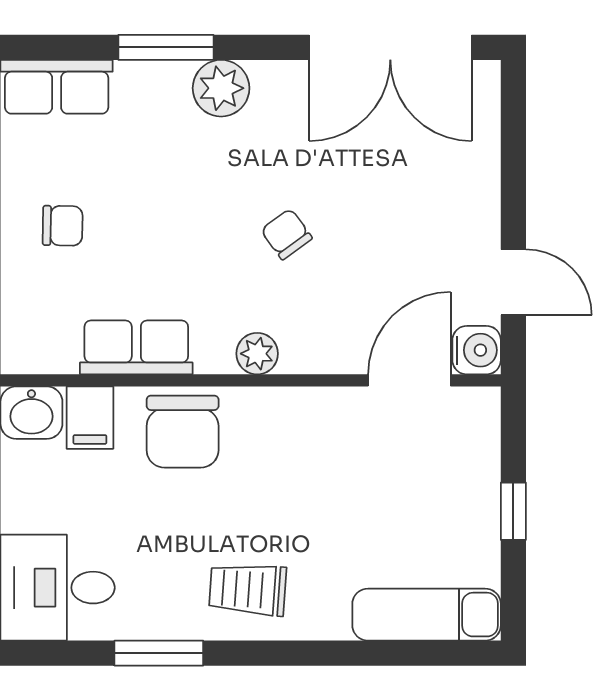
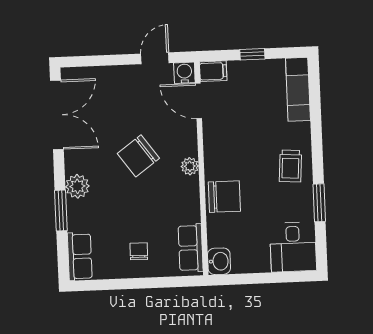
chair: (286, 234) -> (138, 156), width x1.87, depth x1.87
row of seats: (136, 347) -> (191, 248), moved
filing cabinet: (90, 418) -> (213, 71), moved

